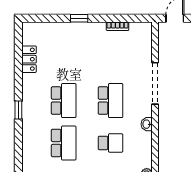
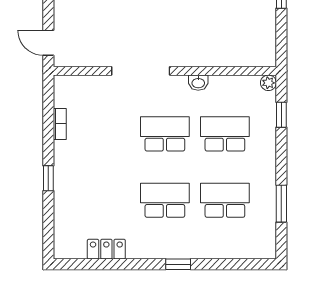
school desk: (110, 143) -> (225, 134), width x1.85

